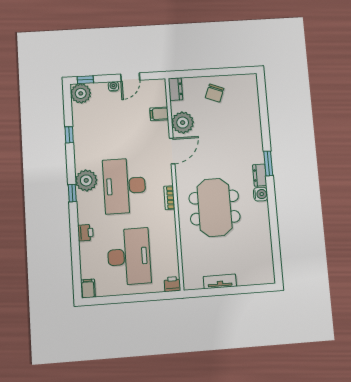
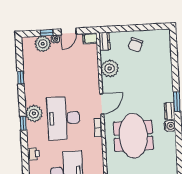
window: (85, 80) -> (46, 33), moved
plant: (81, 93) -> (43, 44), moved
filing cabinet: (159, 114) -> (90, 38), moved
door: (172, 151) -> (102, 104), moved

